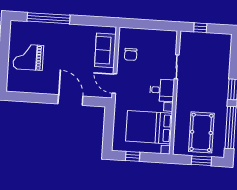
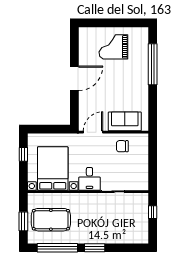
grand piano: (28, 57) -> (113, 47), turned -90
door: (70, 100) -> (74, 78), moved

